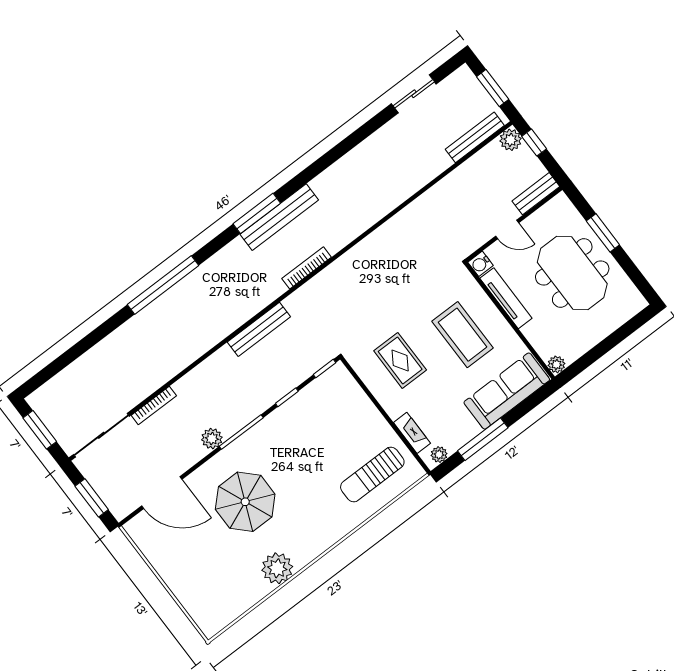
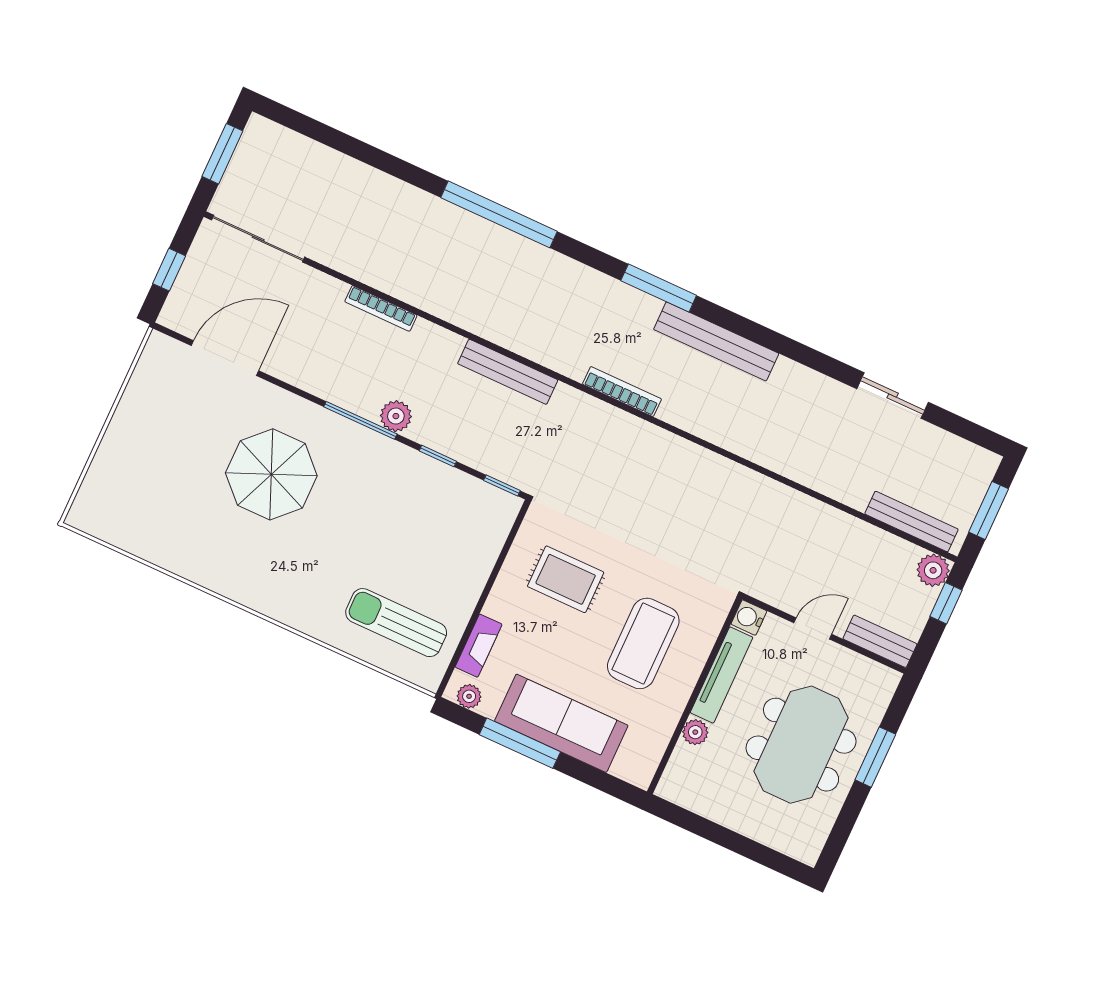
sliding door: (414, 94) -> (893, 396), moved
bench: (279, 217) -> (716, 341), moved
door: (507, 229) -> (813, 628), swing flipped
rug: (400, 360) -> (566, 579), turned 90
plant: (556, 364) -> (695, 732), moved
sofa: (507, 391) -> (561, 723), moved
bookcase: (154, 406) -> (381, 308), moved
plant: (212, 439) -> (396, 416), moved
door: (162, 493) -> (225, 358), swing flipped
window: (92, 498) -> (169, 270), width x0.67
plant: (277, 568) -> (206, 563), removed

